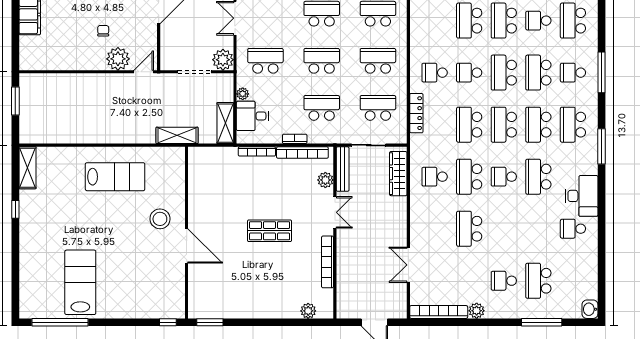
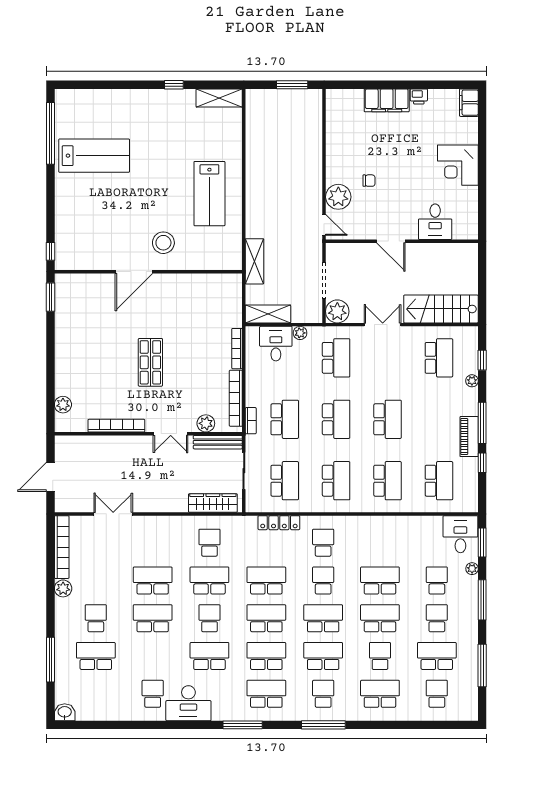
bookcase: (295, 139) -> (251, 421), moved
school desk: (504, 229) -> (153, 618), added

